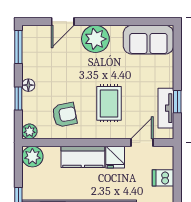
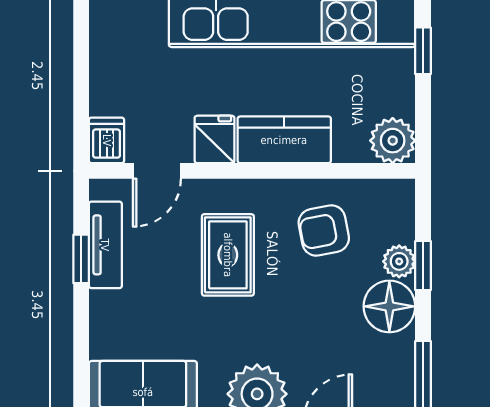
floor lamp: (28, 85) -> (389, 306), width x1.89, depth x1.89
plant: (29, 131) -> (399, 261), moved
dishwasher: (163, 178) -> (107, 140), moved, turned -90

